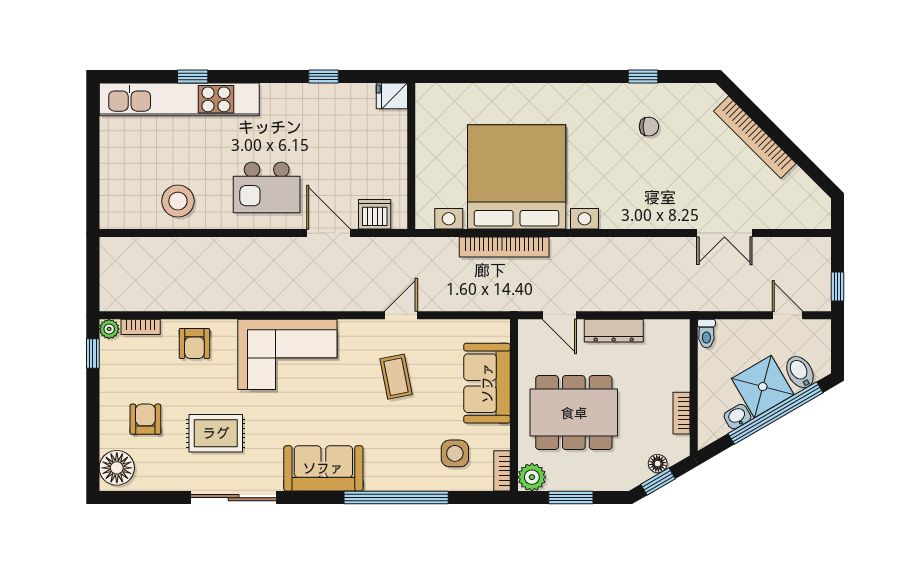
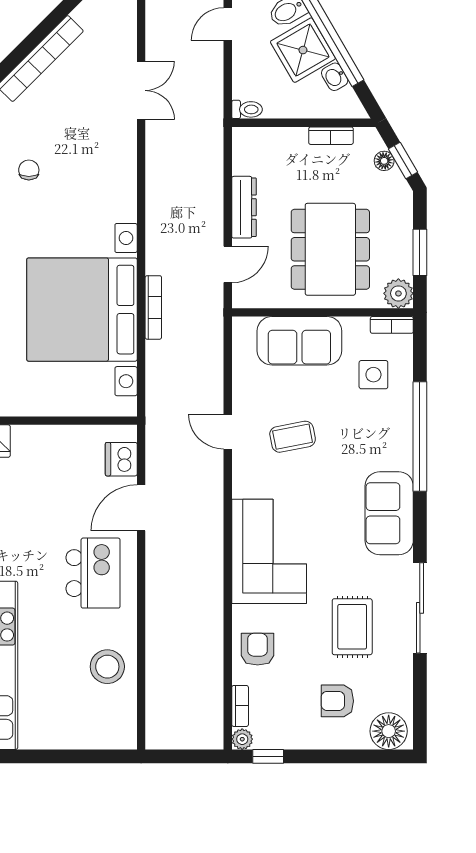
bookcase: (504, 247) -> (153, 307), width x0.68, depth x0.76
armchair: (194, 343) -> (258, 649), turned -90

